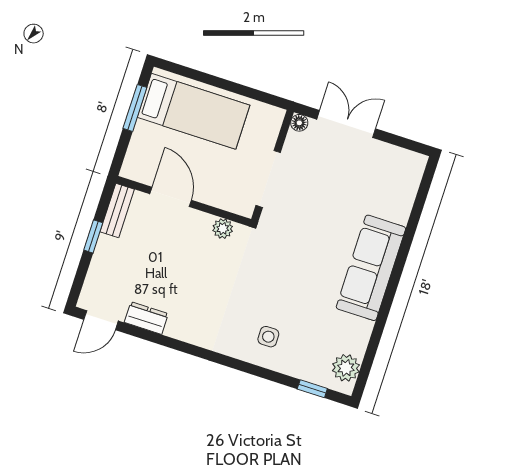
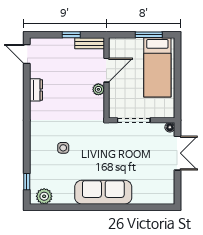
plant: (223, 229) -> (98, 89), moved
dresser: (146, 318) -> (36, 90), moved
side table: (268, 337) -> (63, 148), moved

